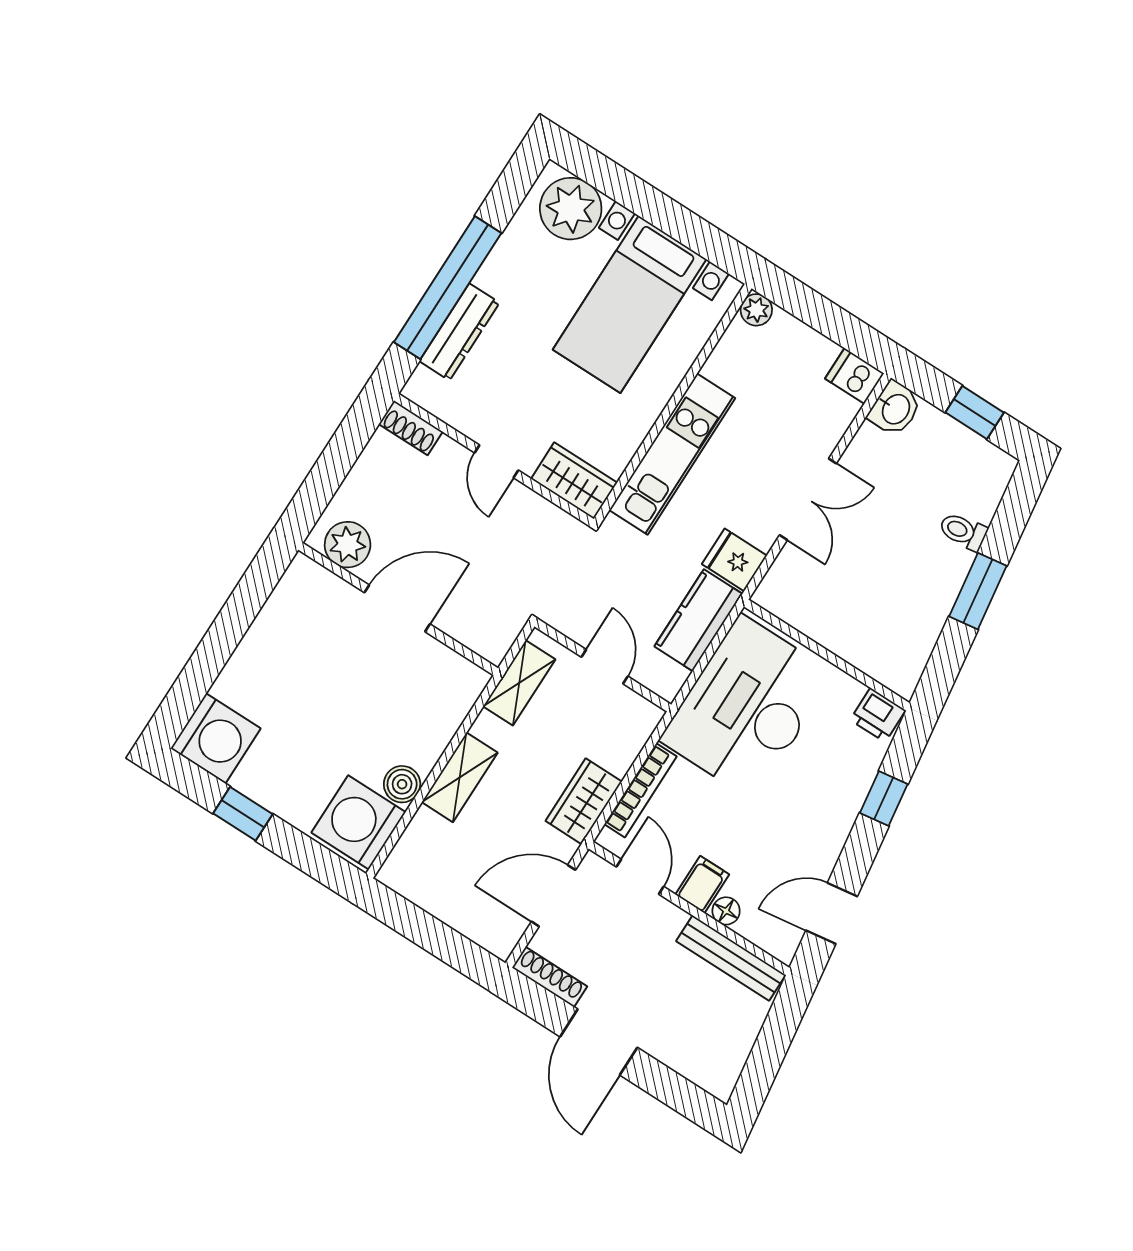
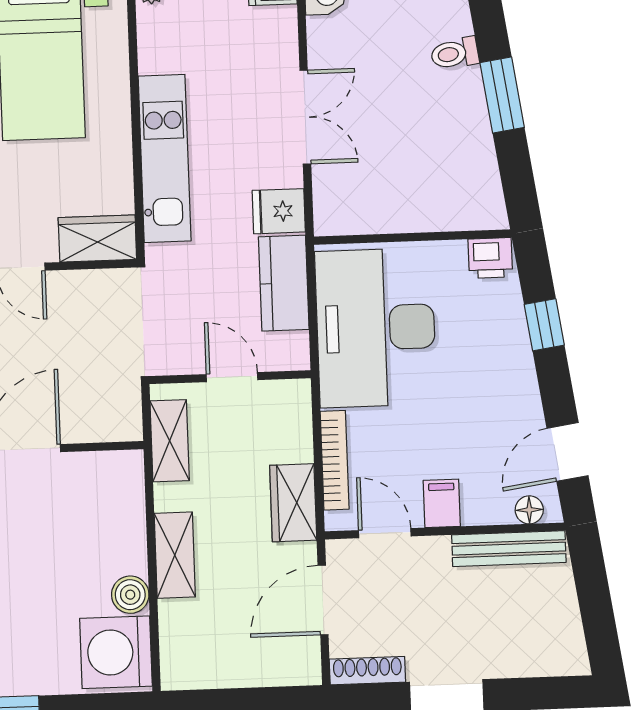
floor lamp: (726, 911) -> (529, 510), moved

